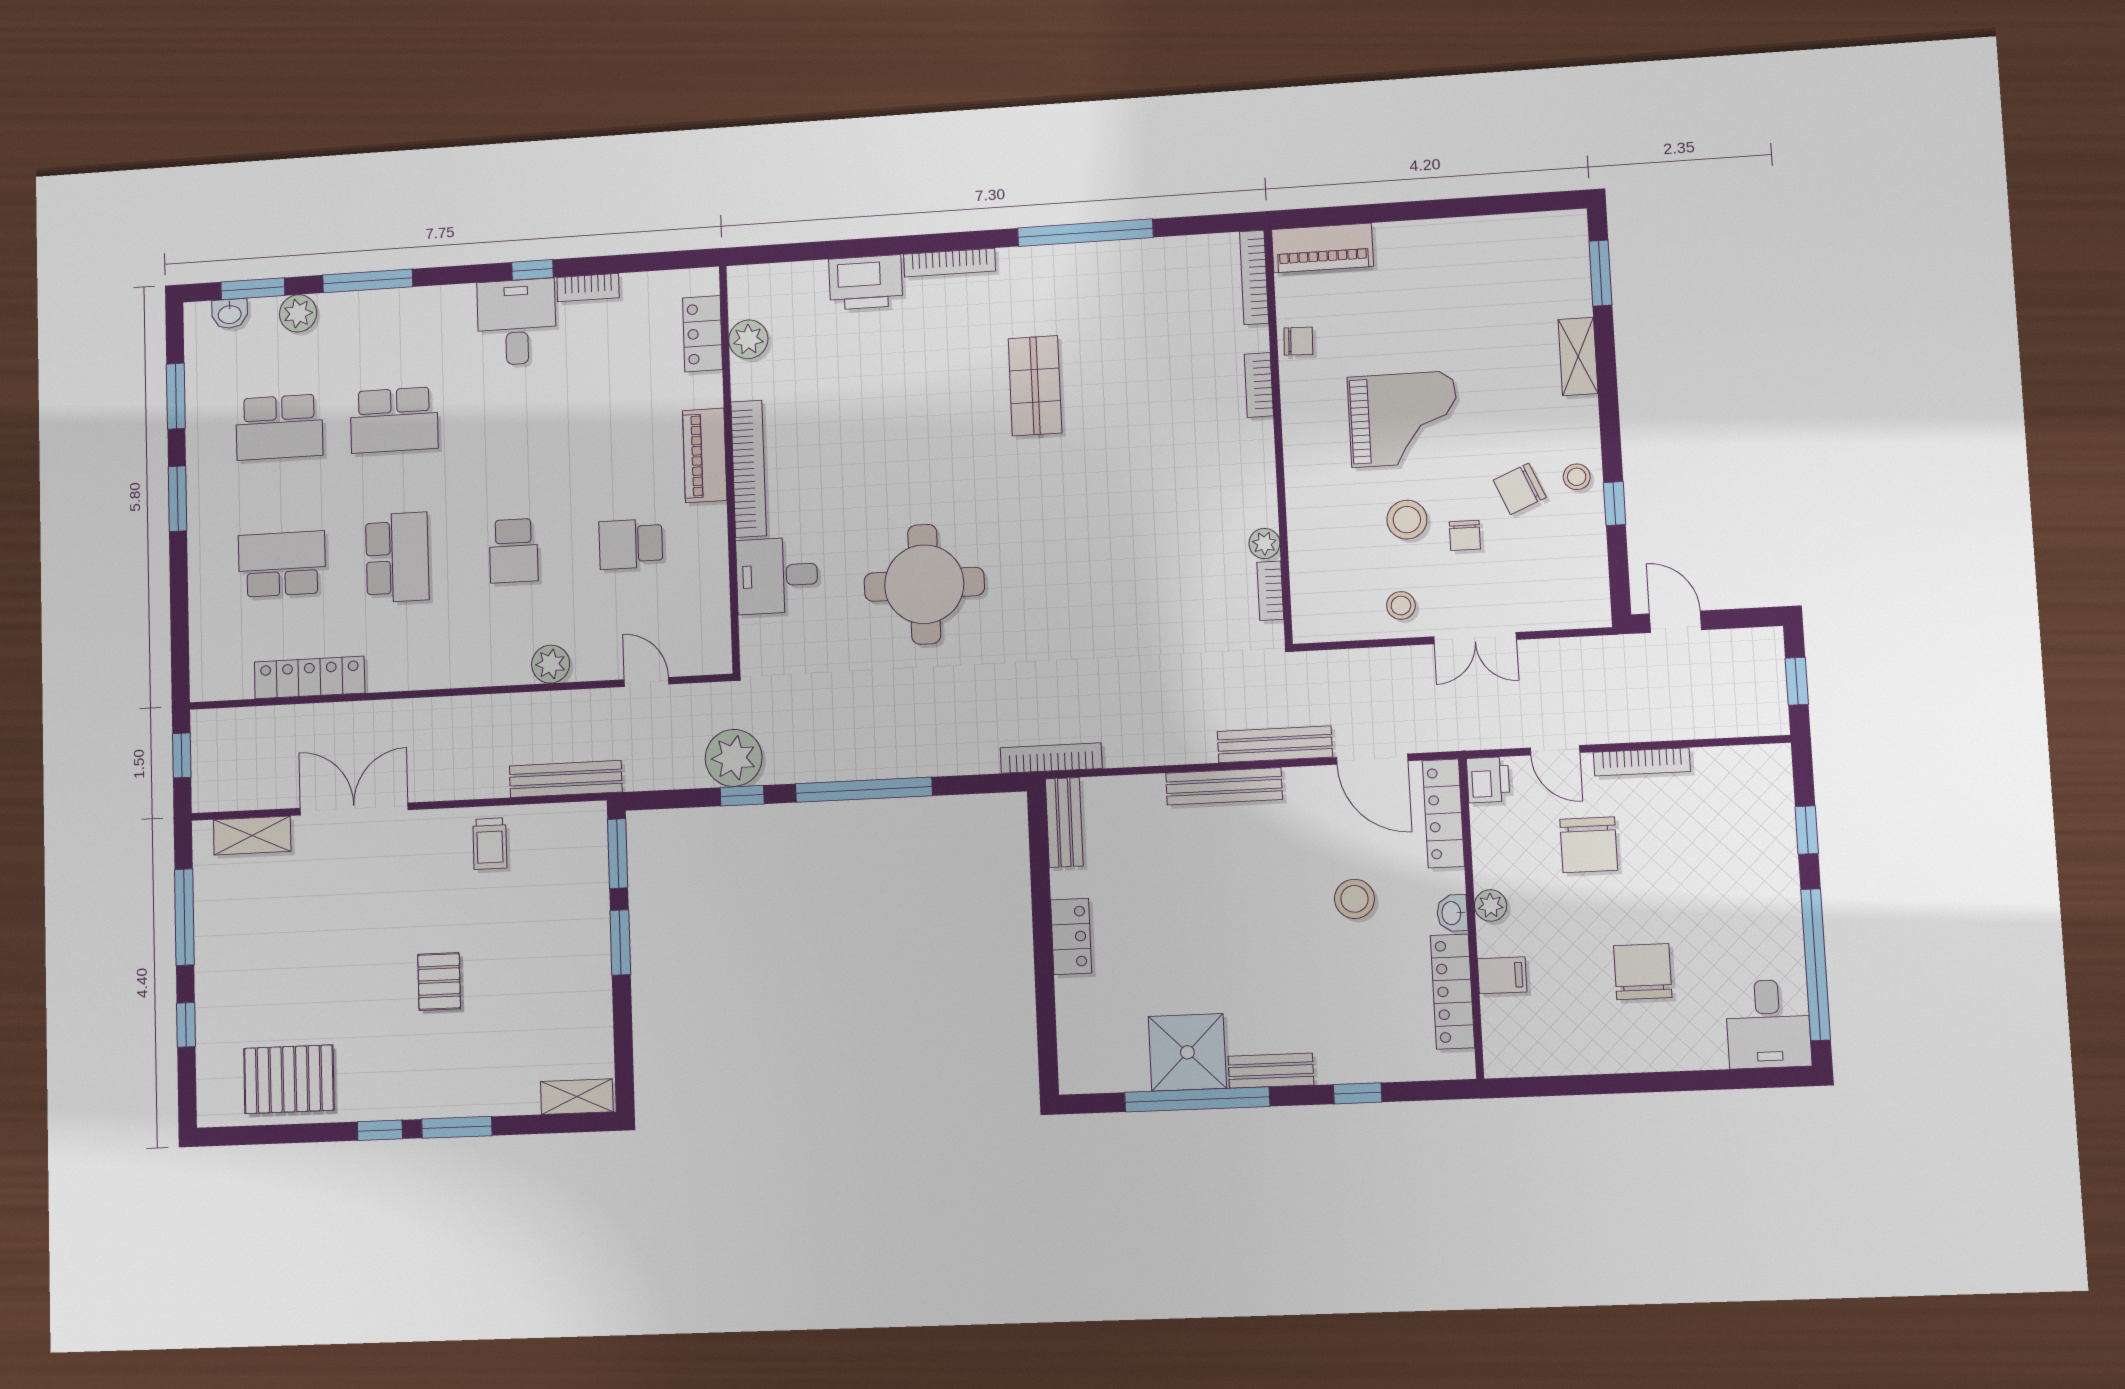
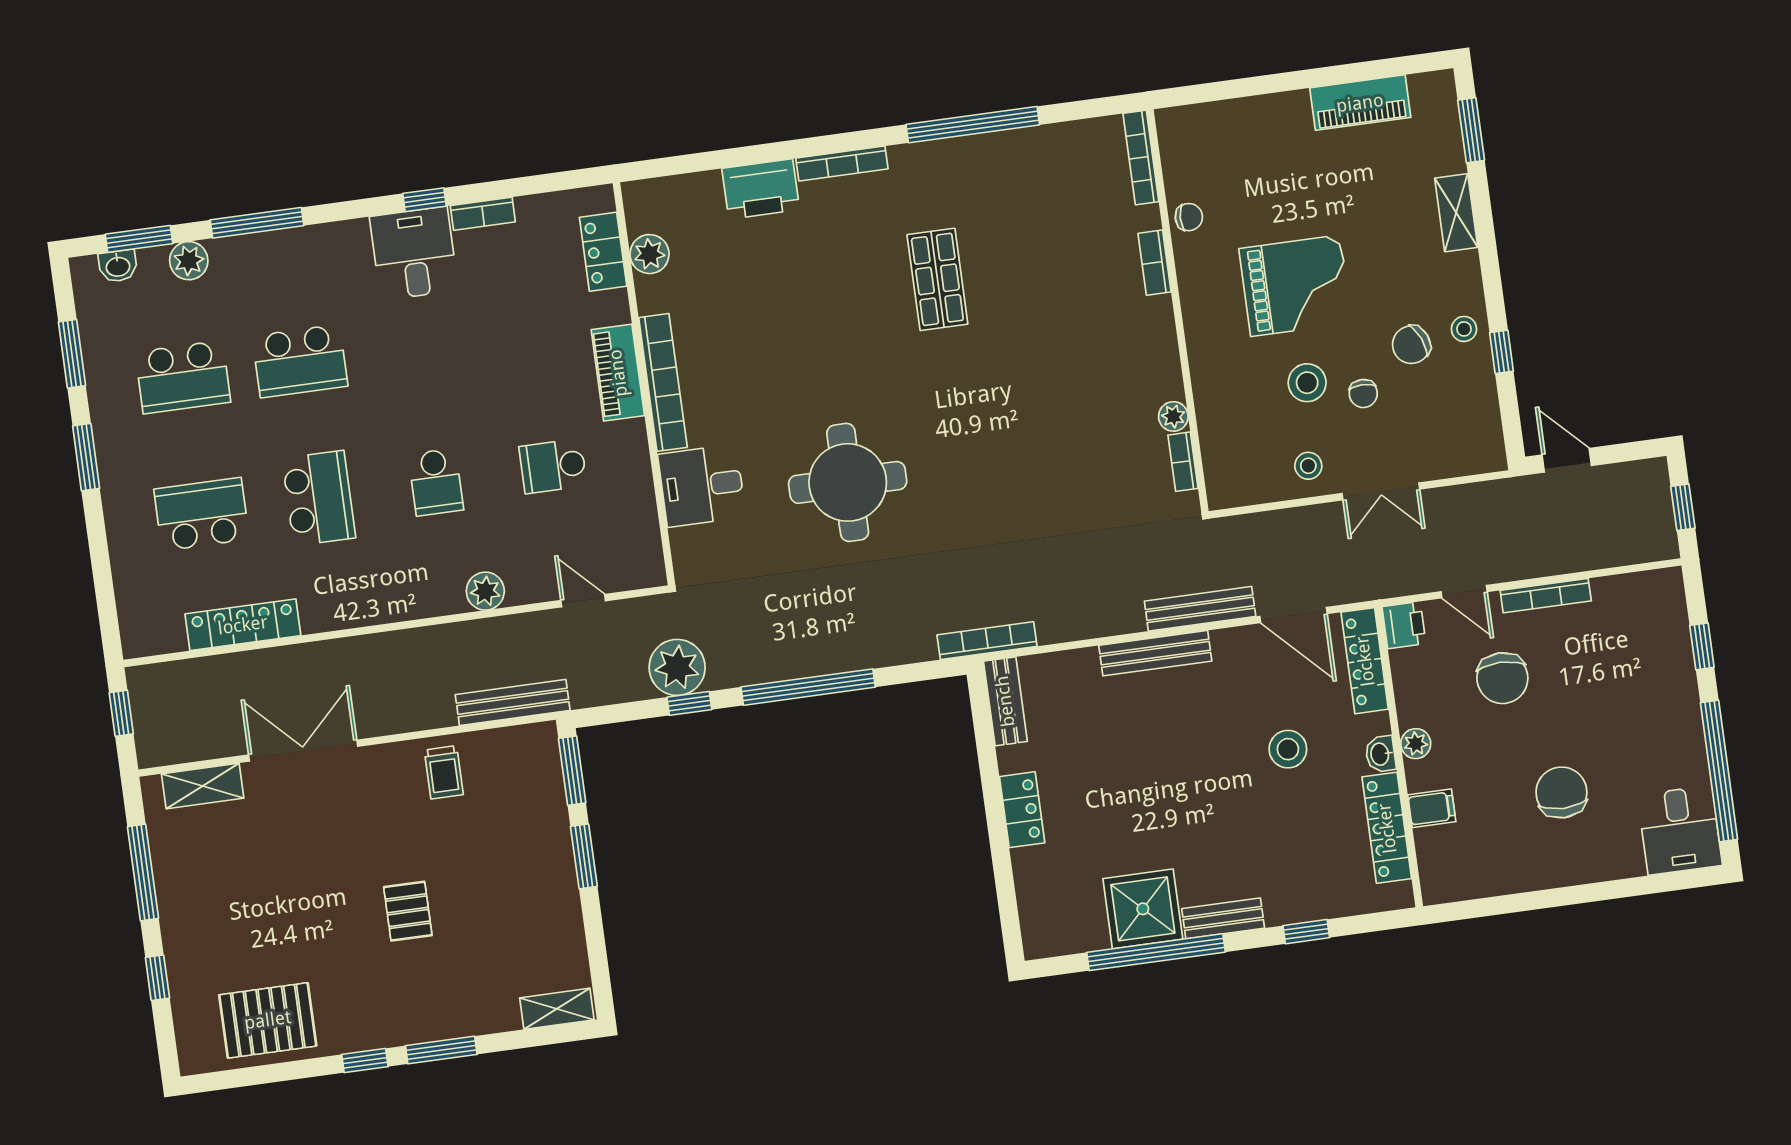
piano: (1322, 248) -> (1360, 103), moved

